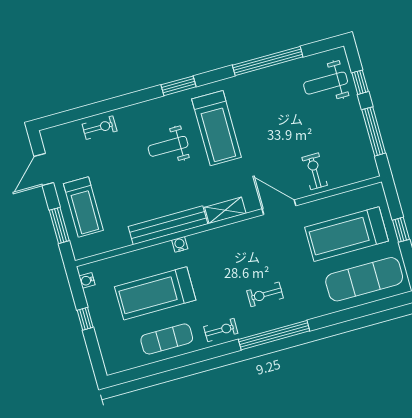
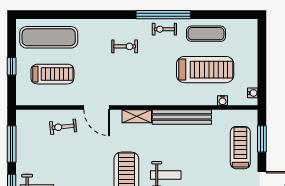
exercise bike: (315, 171) -> (63, 127), turned 84
treadmill: (347, 234) -> (52, 74), width x0.73, depth x0.73
water cooler: (180, 244) -> (223, 101), moved
window: (85, 319) -> (262, 65), removed
window: (274, 335) -> (163, 15), moved

